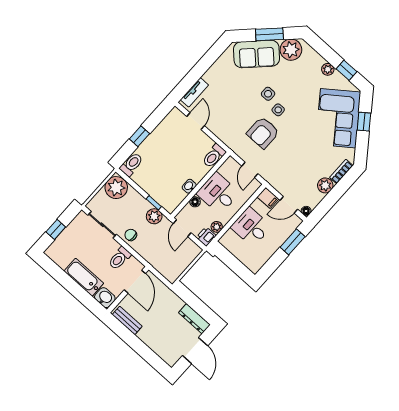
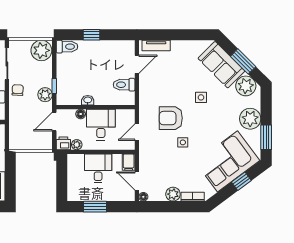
plant: (328, 69) -> (250, 119), width x1.88, depth x1.88
window: (347, 70) -> (266, 137), width x1.50
side table: (278, 110) -> (183, 142), moved
toilet: (214, 156) -> (124, 85), moved
window: (293, 242) -> (95, 207), moved

